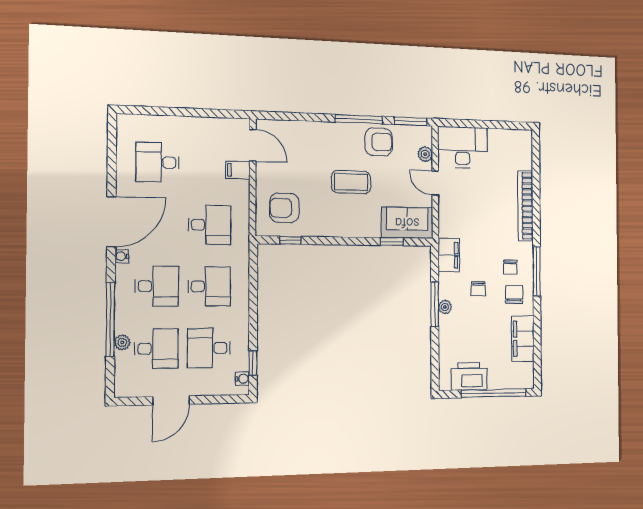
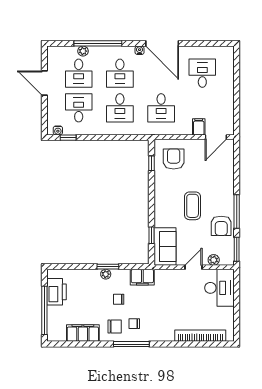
bookcase: (525, 206) -> (200, 336), moved
window: (435, 304) -> (108, 267), width x0.69

